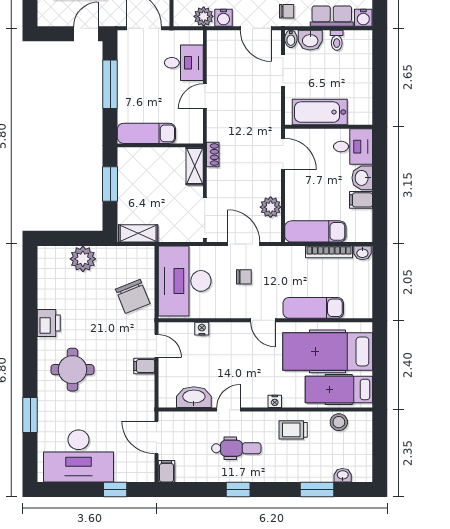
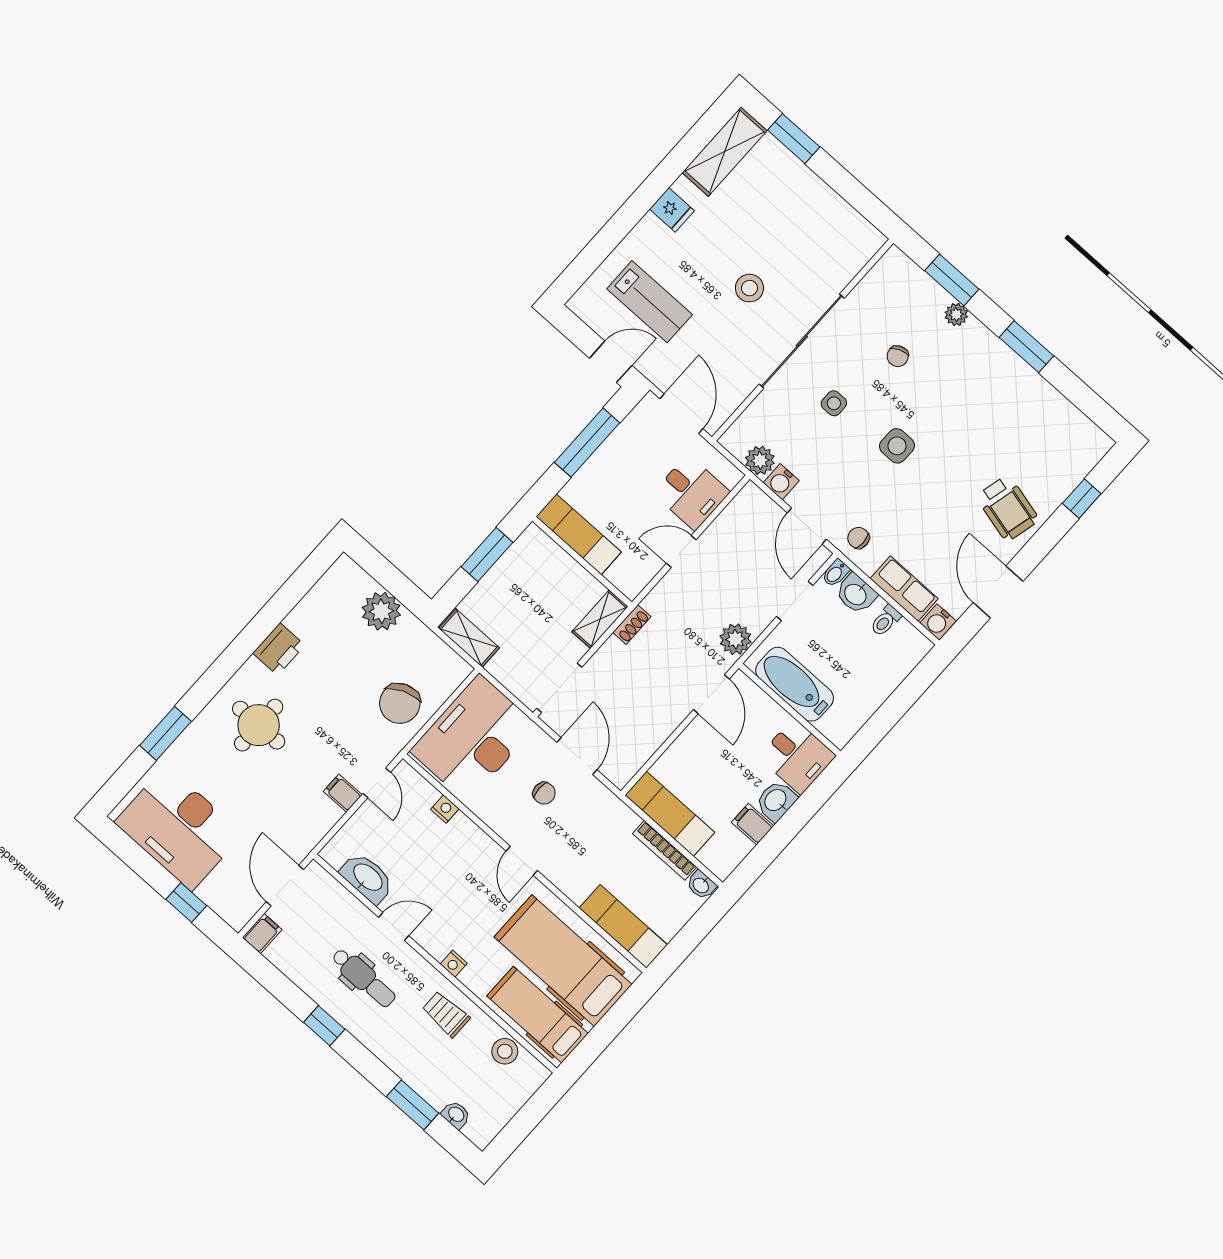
chair: (287, 11) -> (858, 538), turned 180
plant: (271, 207) -> (735, 639), moved
exam couch: (313, 308) -> (623, 926), moved

